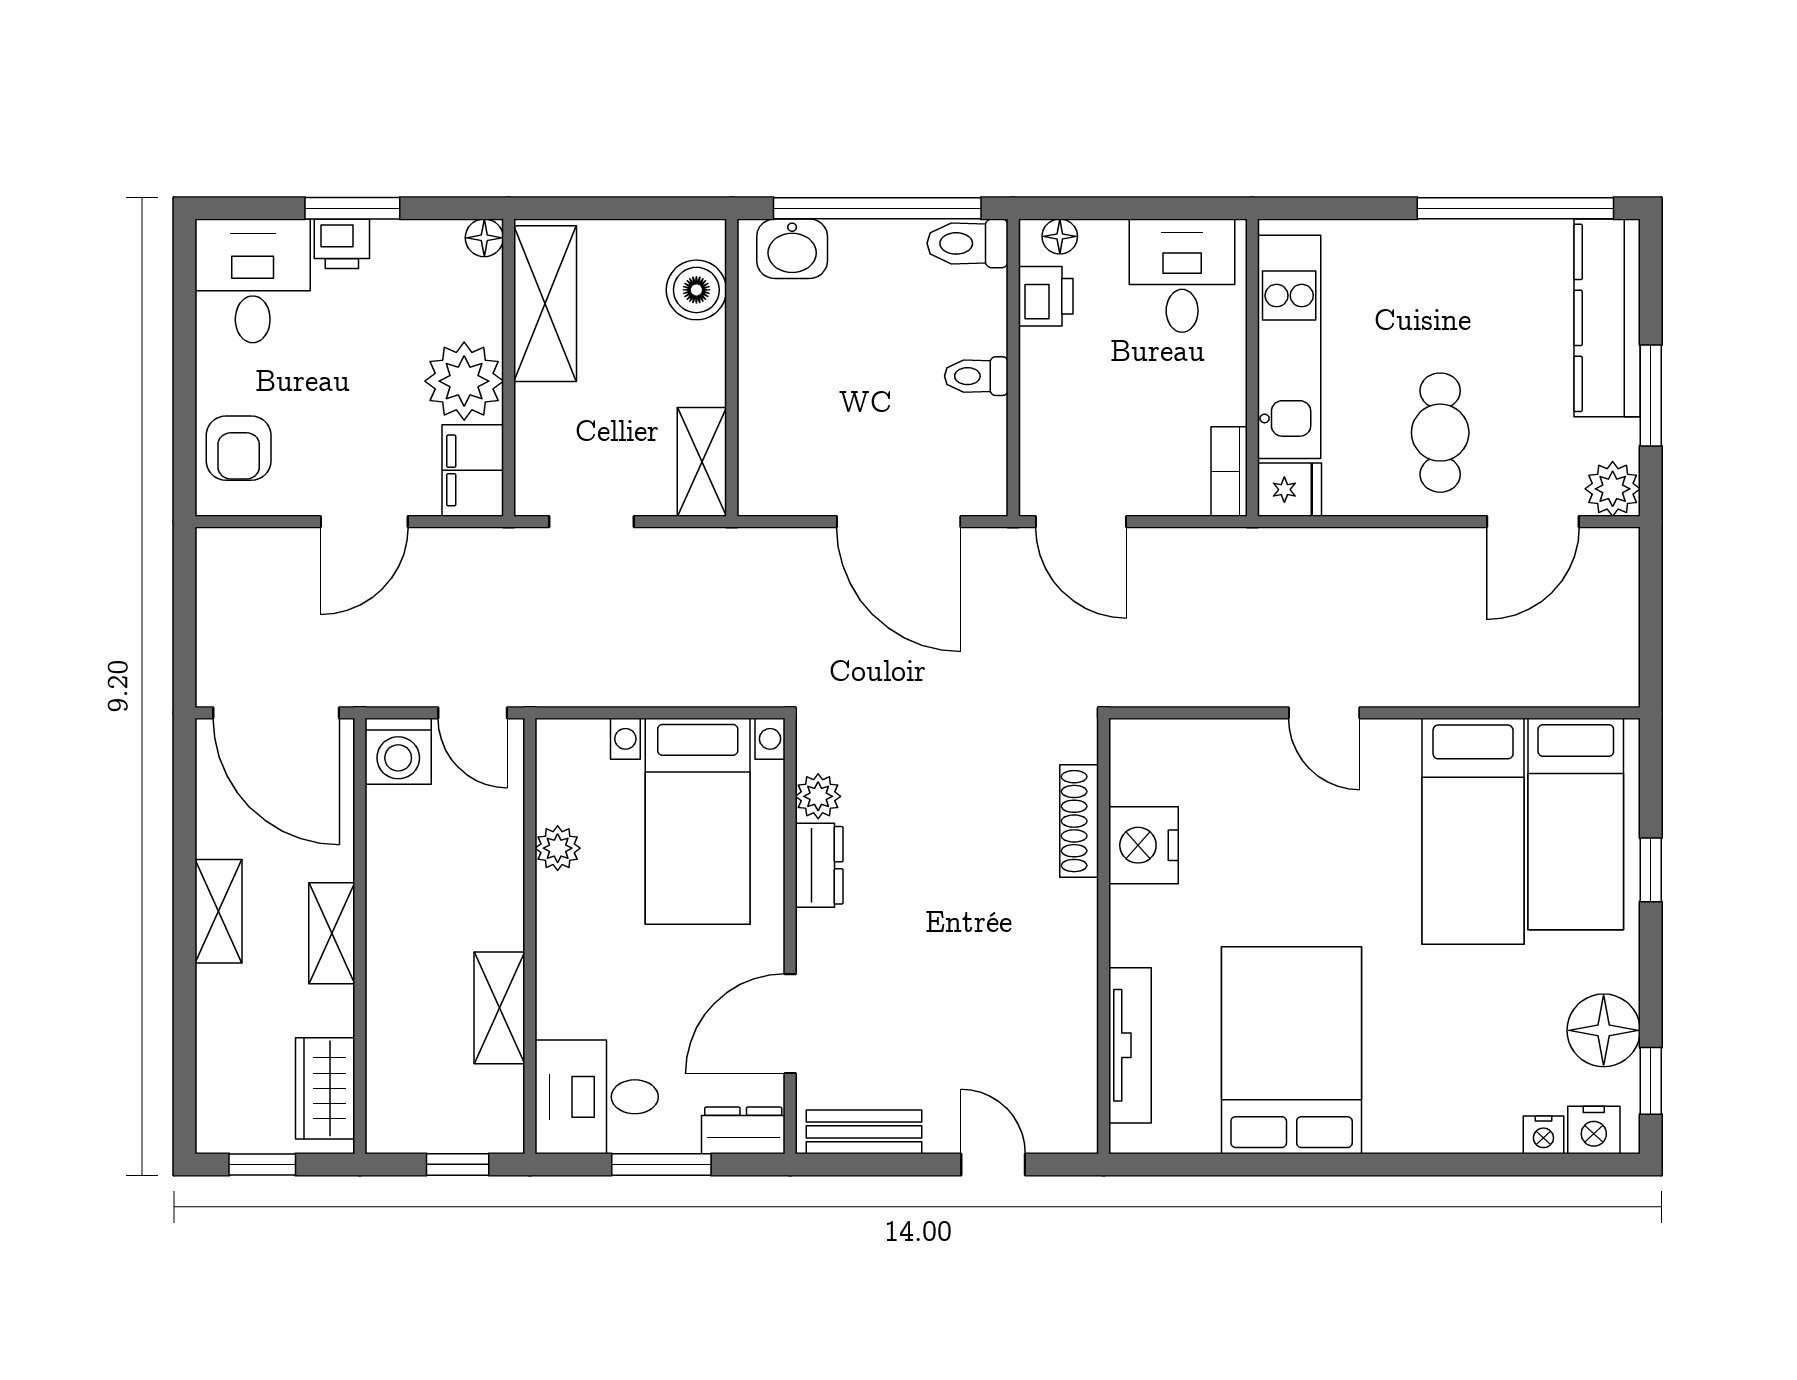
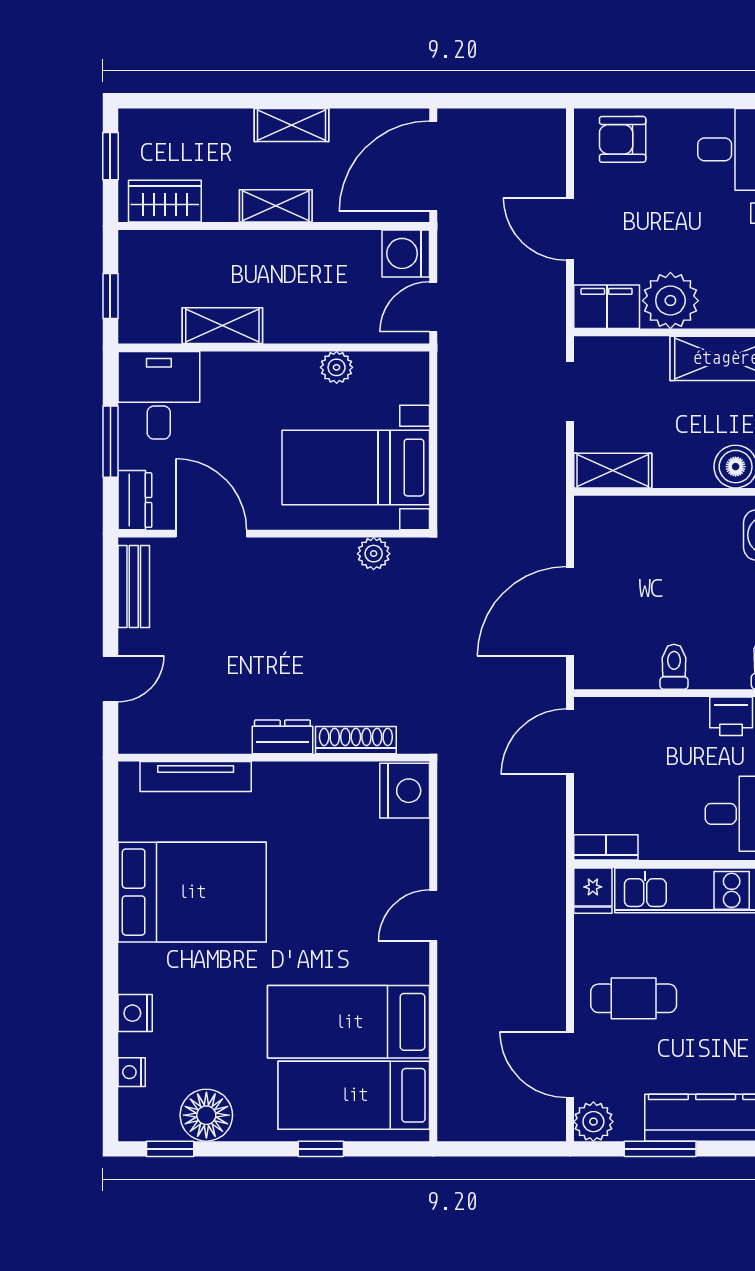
nightstand: (1144, 845) -> (405, 791), moved, turned 90
dresser: (819, 865) -> (282, 737), moved, turned 180
nightstand: (1594, 1130) -> (135, 1013), moved

